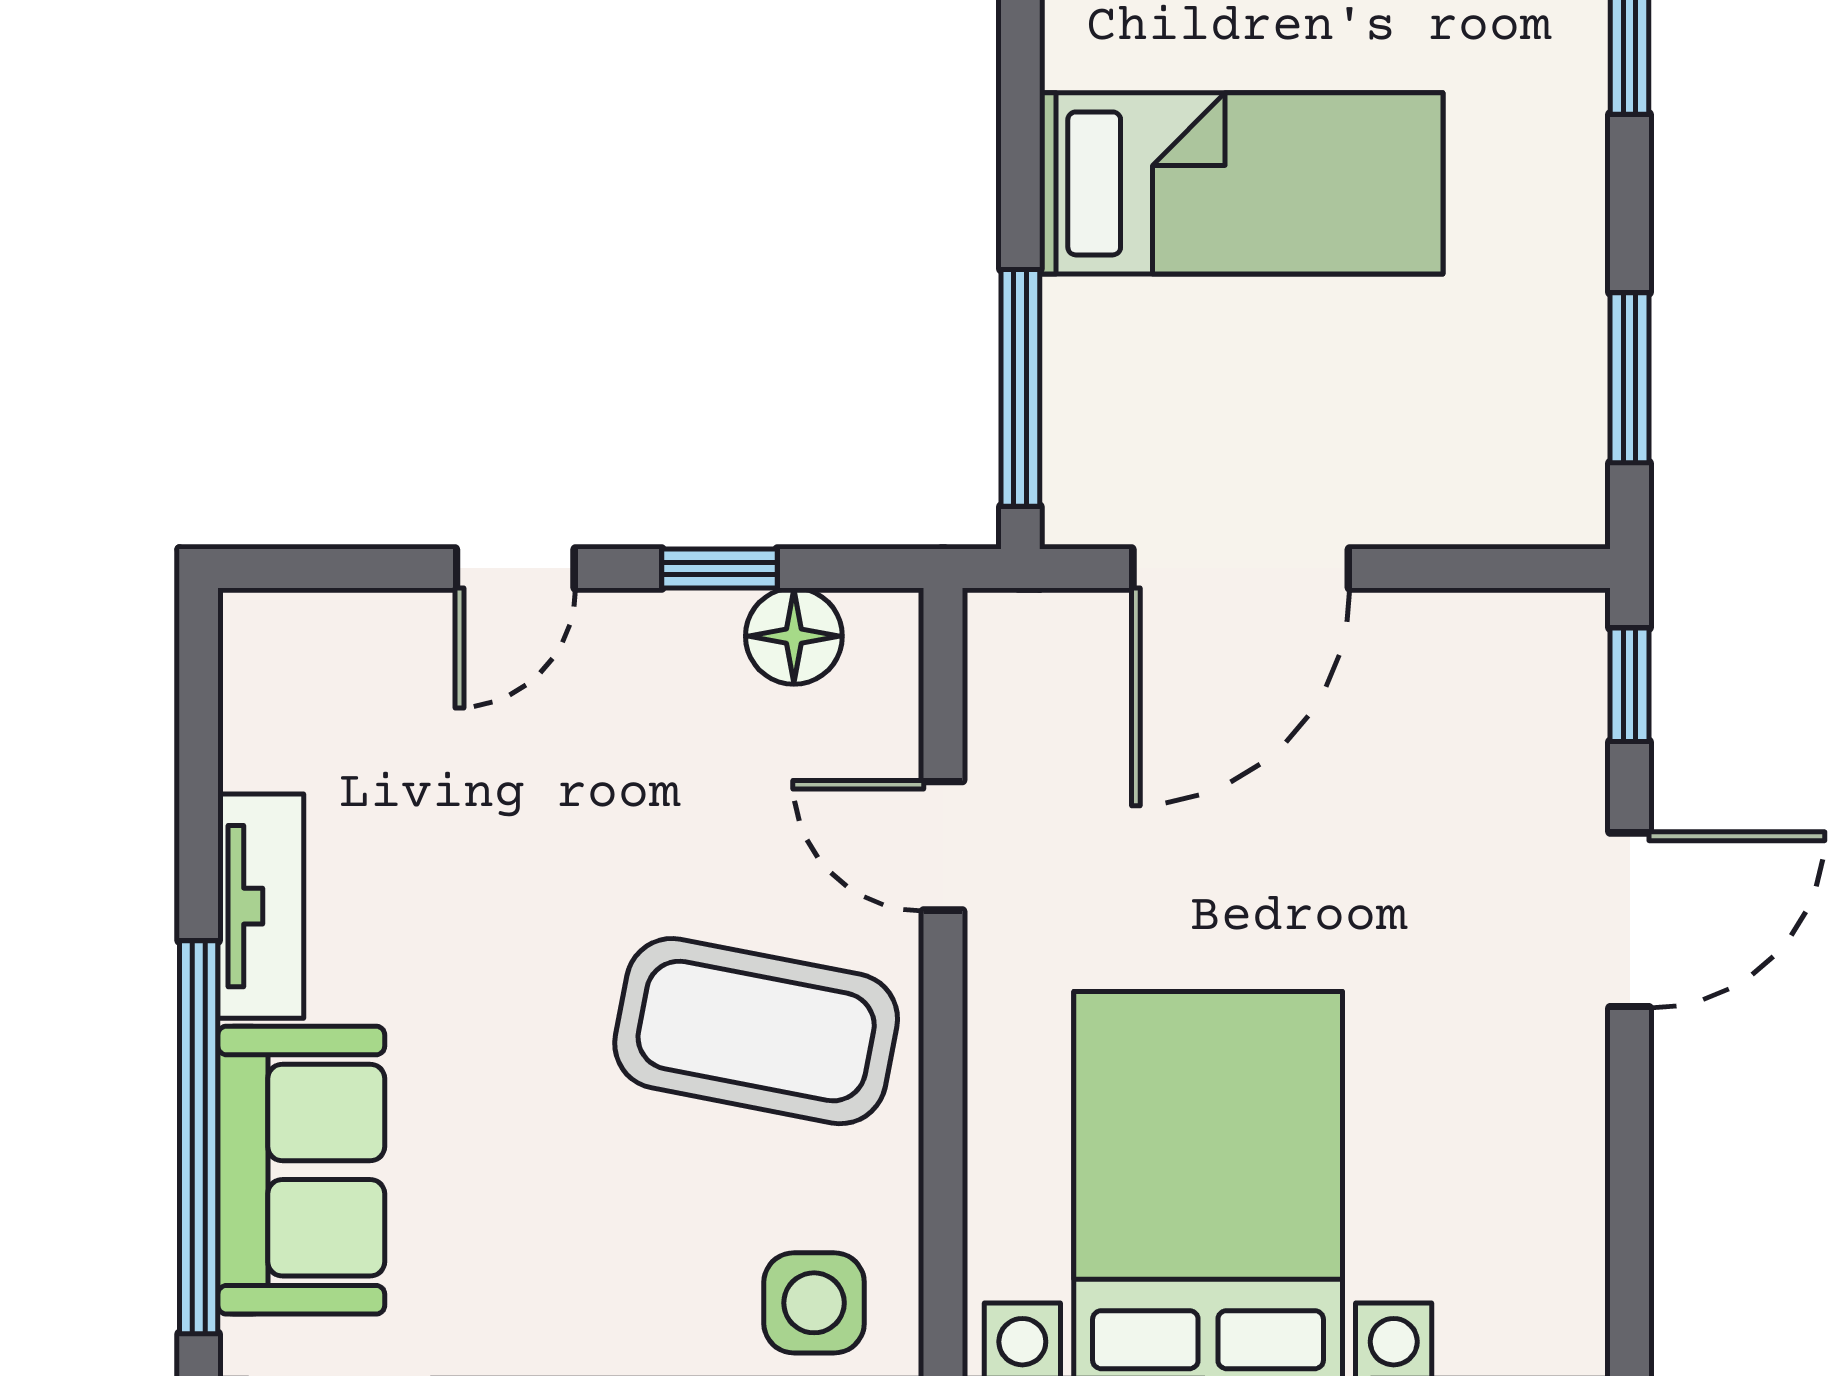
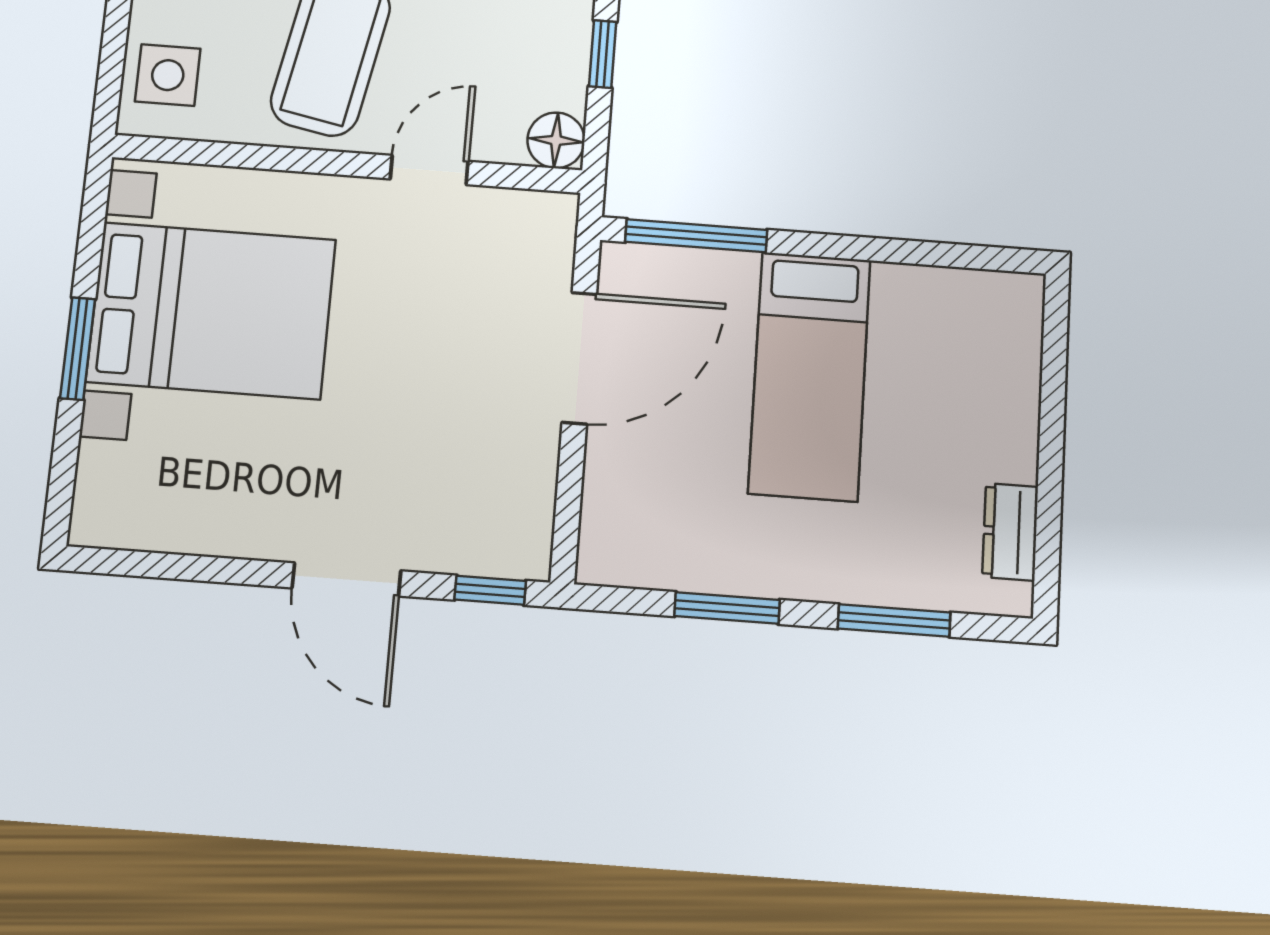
window: (1630, 378) -> (727, 608), moved
door: (1241, 568) -> (579, 358), swing flipped
floor lamp: (794, 636) -> (556, 140), moved

